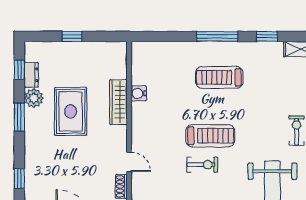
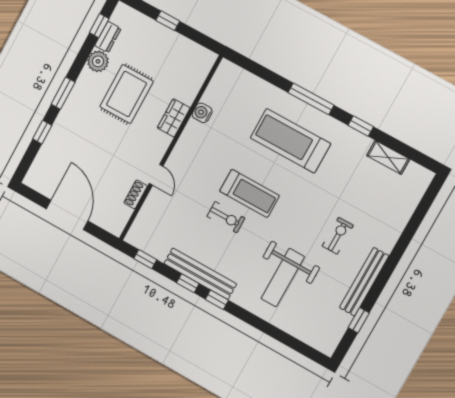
treadmill: (219, 77) -> (290, 141), width x1.37, depth x1.38
wardrobe: (118, 102) -> (174, 118), width x0.67
window: (19, 117) -> (63, 93), moved

